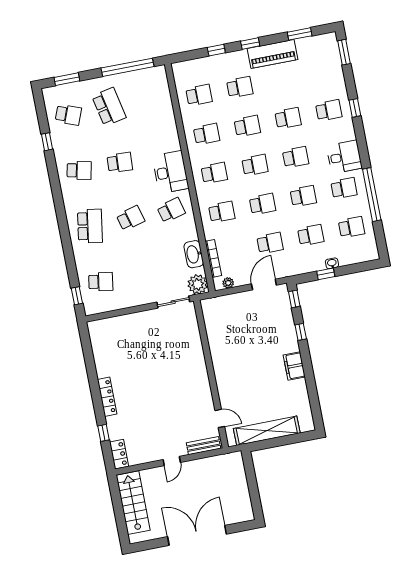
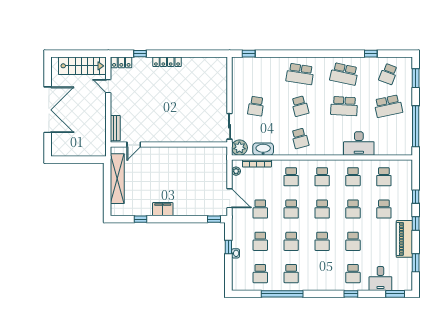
desk: (344, 157) -> (380, 279), moved
school desk: (120, 163) -> (344, 106), width x1.85
school desk: (79, 170) -> (344, 74), width x1.85
desk: (170, 172) -> (359, 143), moved
school desk: (101, 282) -> (256, 106), moved
window: (301, 332) -> (140, 219), moved
door: (172, 461) -> (108, 86), moved

